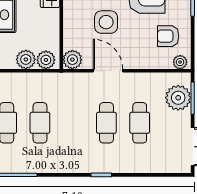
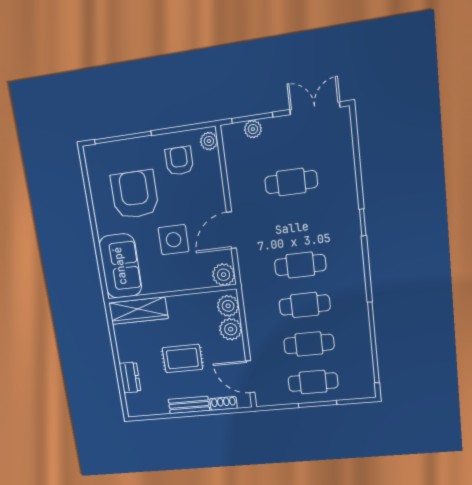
armchair: (168, 36) -> (179, 161), turned 180
plant: (178, 98) -> (253, 129), width x0.53, depth x0.53
cafe table: (106, 123) -> (300, 265), moved

